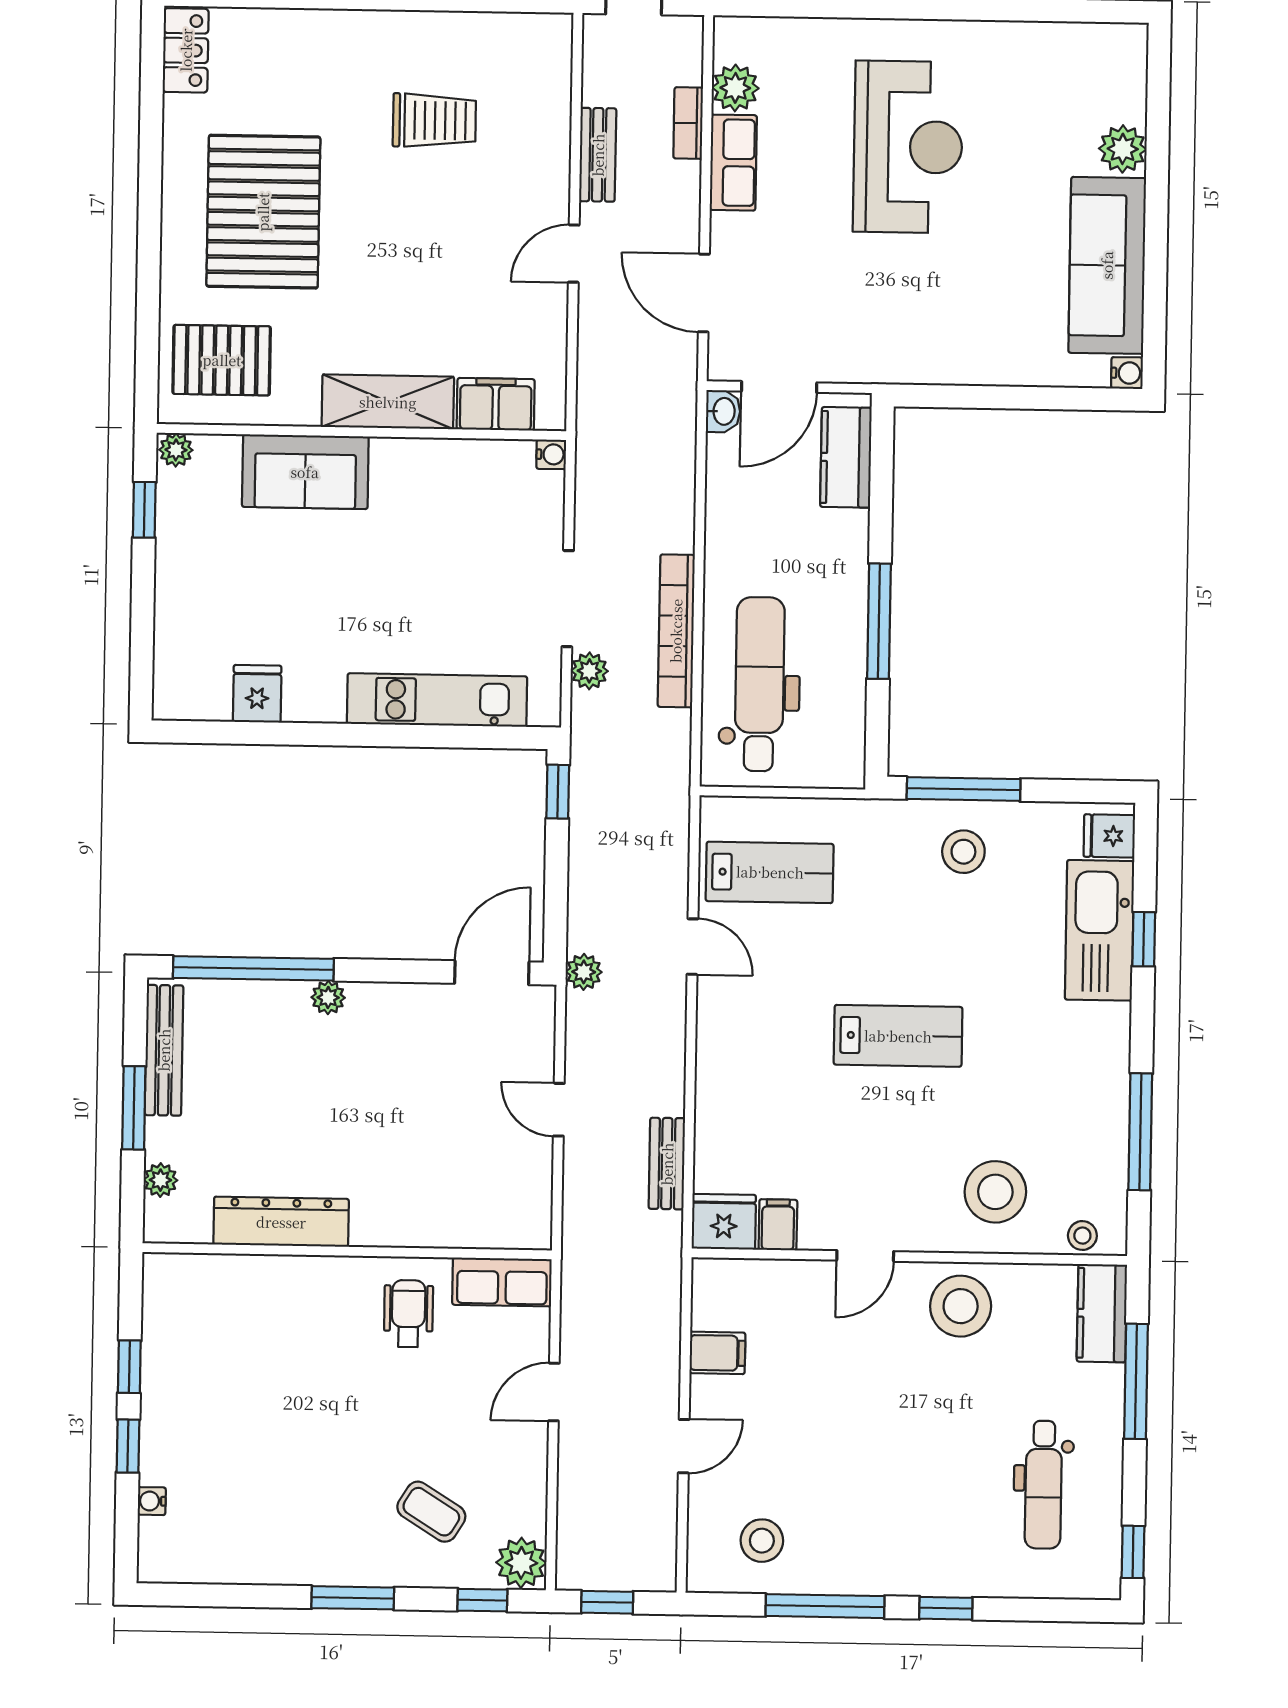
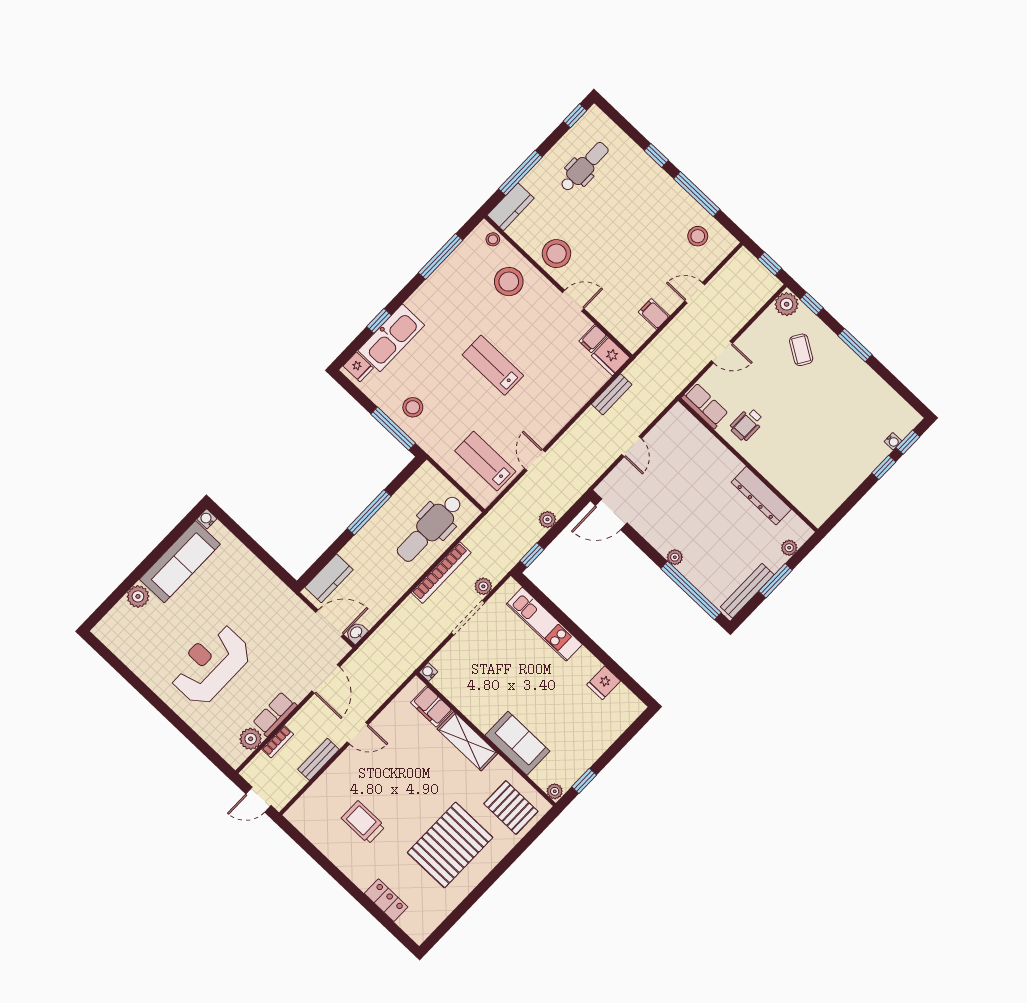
locker: (186, 50) -> (386, 900), moved, turned 90
plant: (584, 972) -> (547, 519), moved
window: (129, 1367) -> (908, 442), moved

